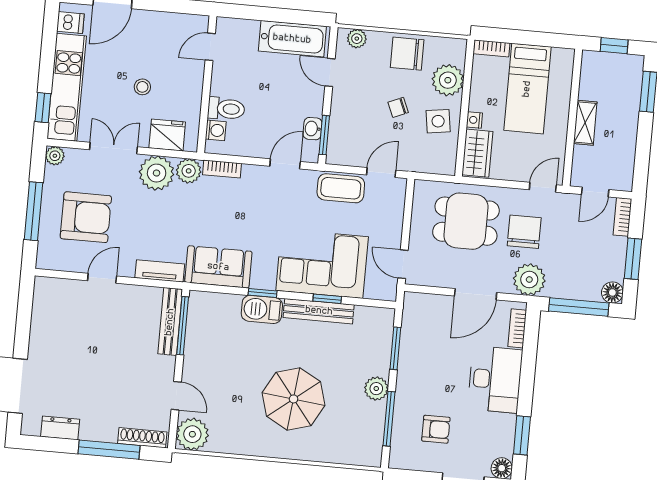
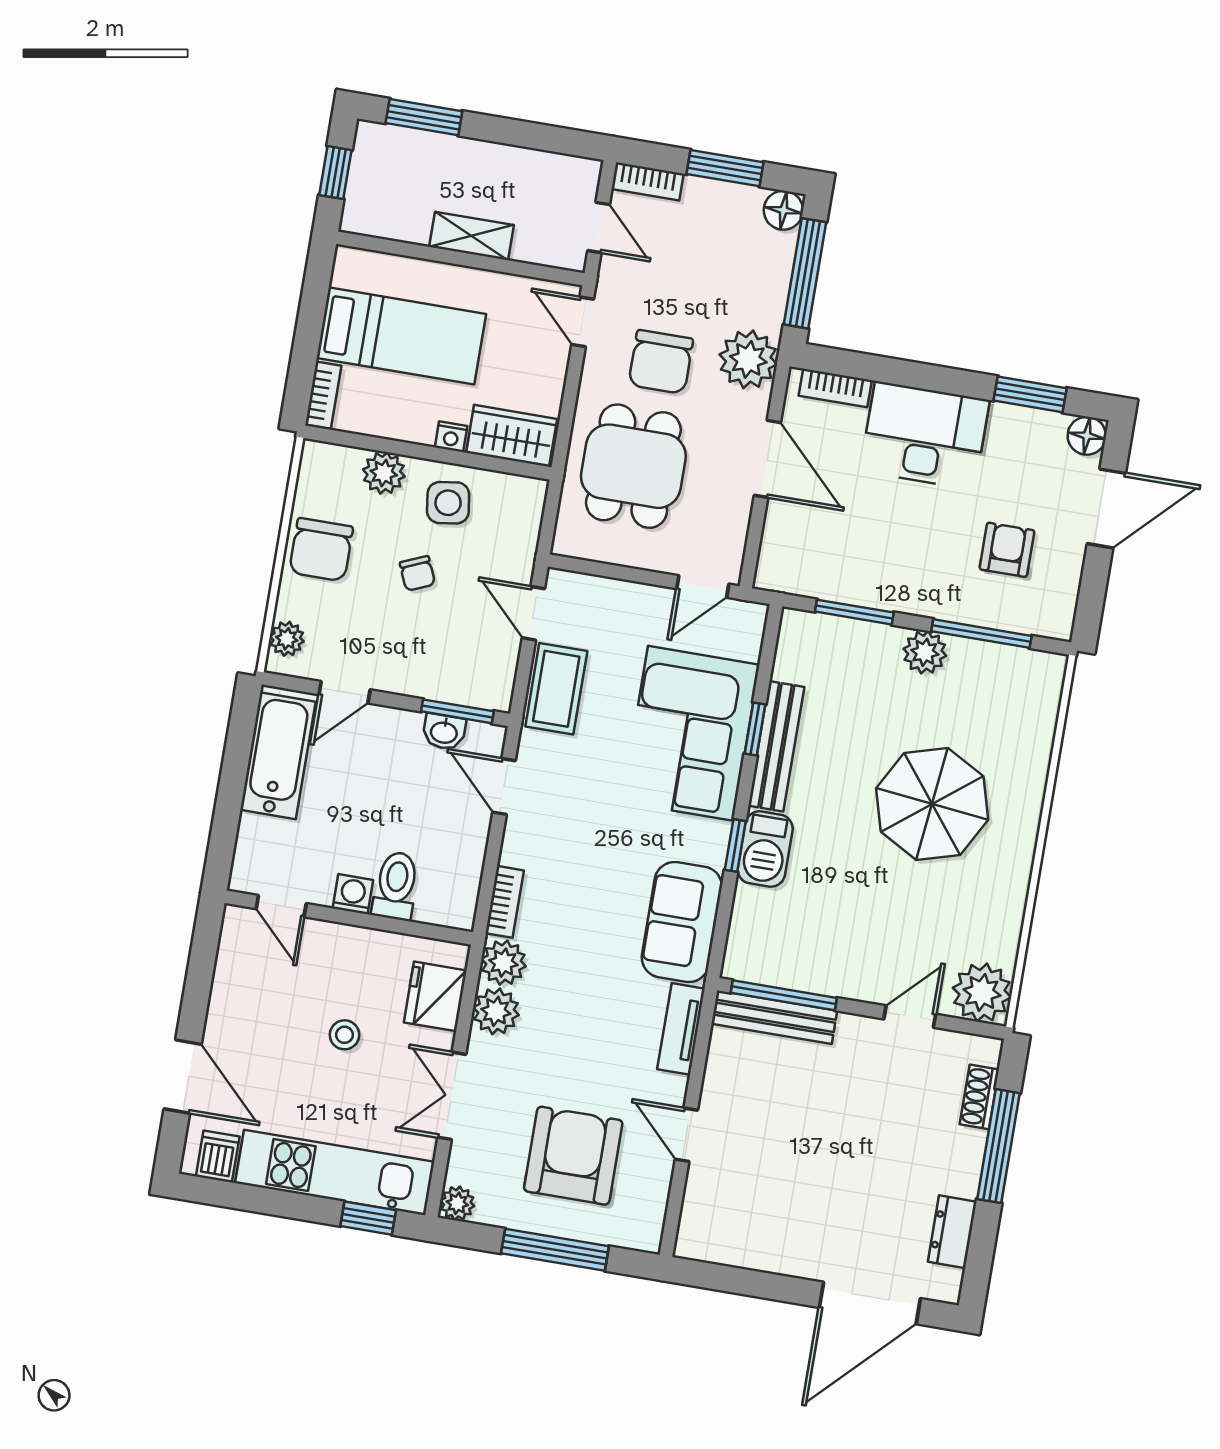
plant: (448, 80) -> (384, 473), width x0.73, depth x0.73
washing machine: (216, 130) -> (353, 894), moved
plant: (157, 173) -> (496, 1011), width x0.73, depth x0.73
chair: (524, 232) -> (661, 362), turned -90
shoe rack: (142, 438) -> (979, 1097), width x0.70

